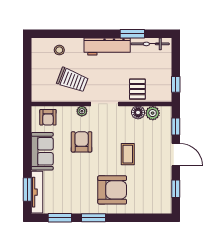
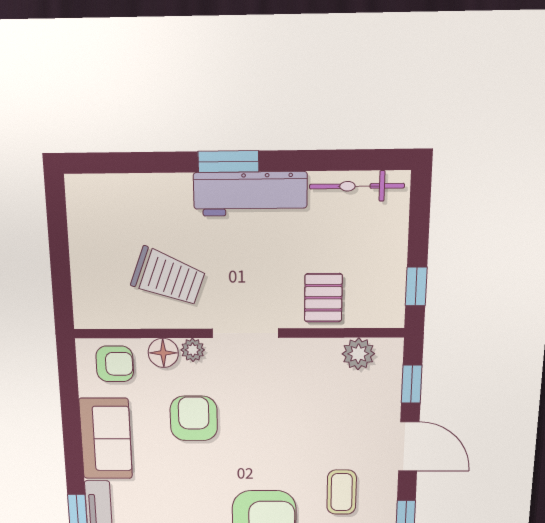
window: (132, 34) -> (228, 162), moved
stool: (59, 50) -> (134, 204), removed
floor lamp: (138, 112) -> (163, 353), moved
armchair: (48, 117) -> (115, 364), turned -90
coffee table: (128, 154) -> (342, 492), moved

